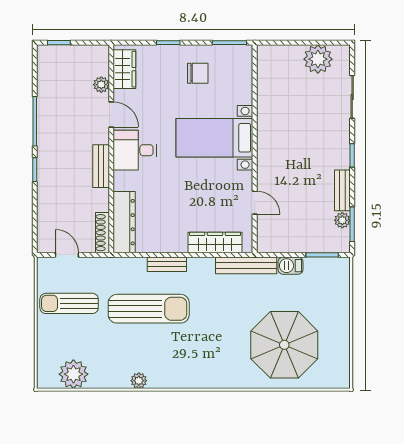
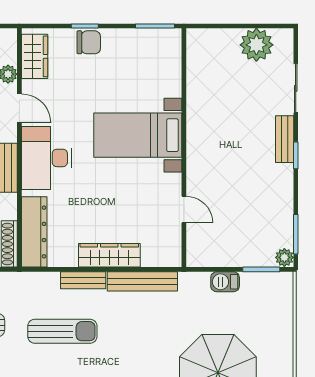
chair: (198, 73) -> (89, 42), moved
desk: (135, 150) -> (46, 158), width x1.37
bench: (342, 190) -> (285, 139), moved
plant: (342, 220) -> (284, 257), moved
wardrobe: (215, 243) -> (109, 255), moved
bench: (246, 265) -> (142, 281), moved
sun lounger: (149, 309) -> (62, 331), width x0.73, depth x0.75

